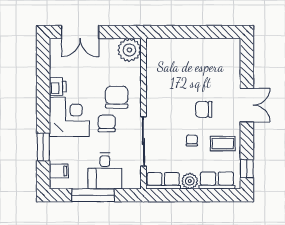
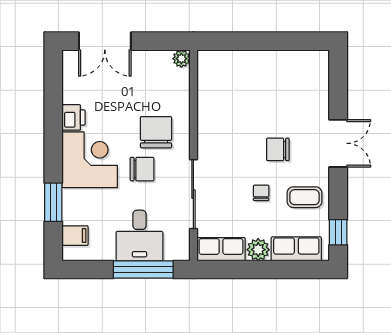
plant: (129, 50) -> (181, 59), width x0.53, depth x0.53
chair: (107, 123) -> (142, 169), turned 90
window: (93, 195) -> (143, 270), moved

